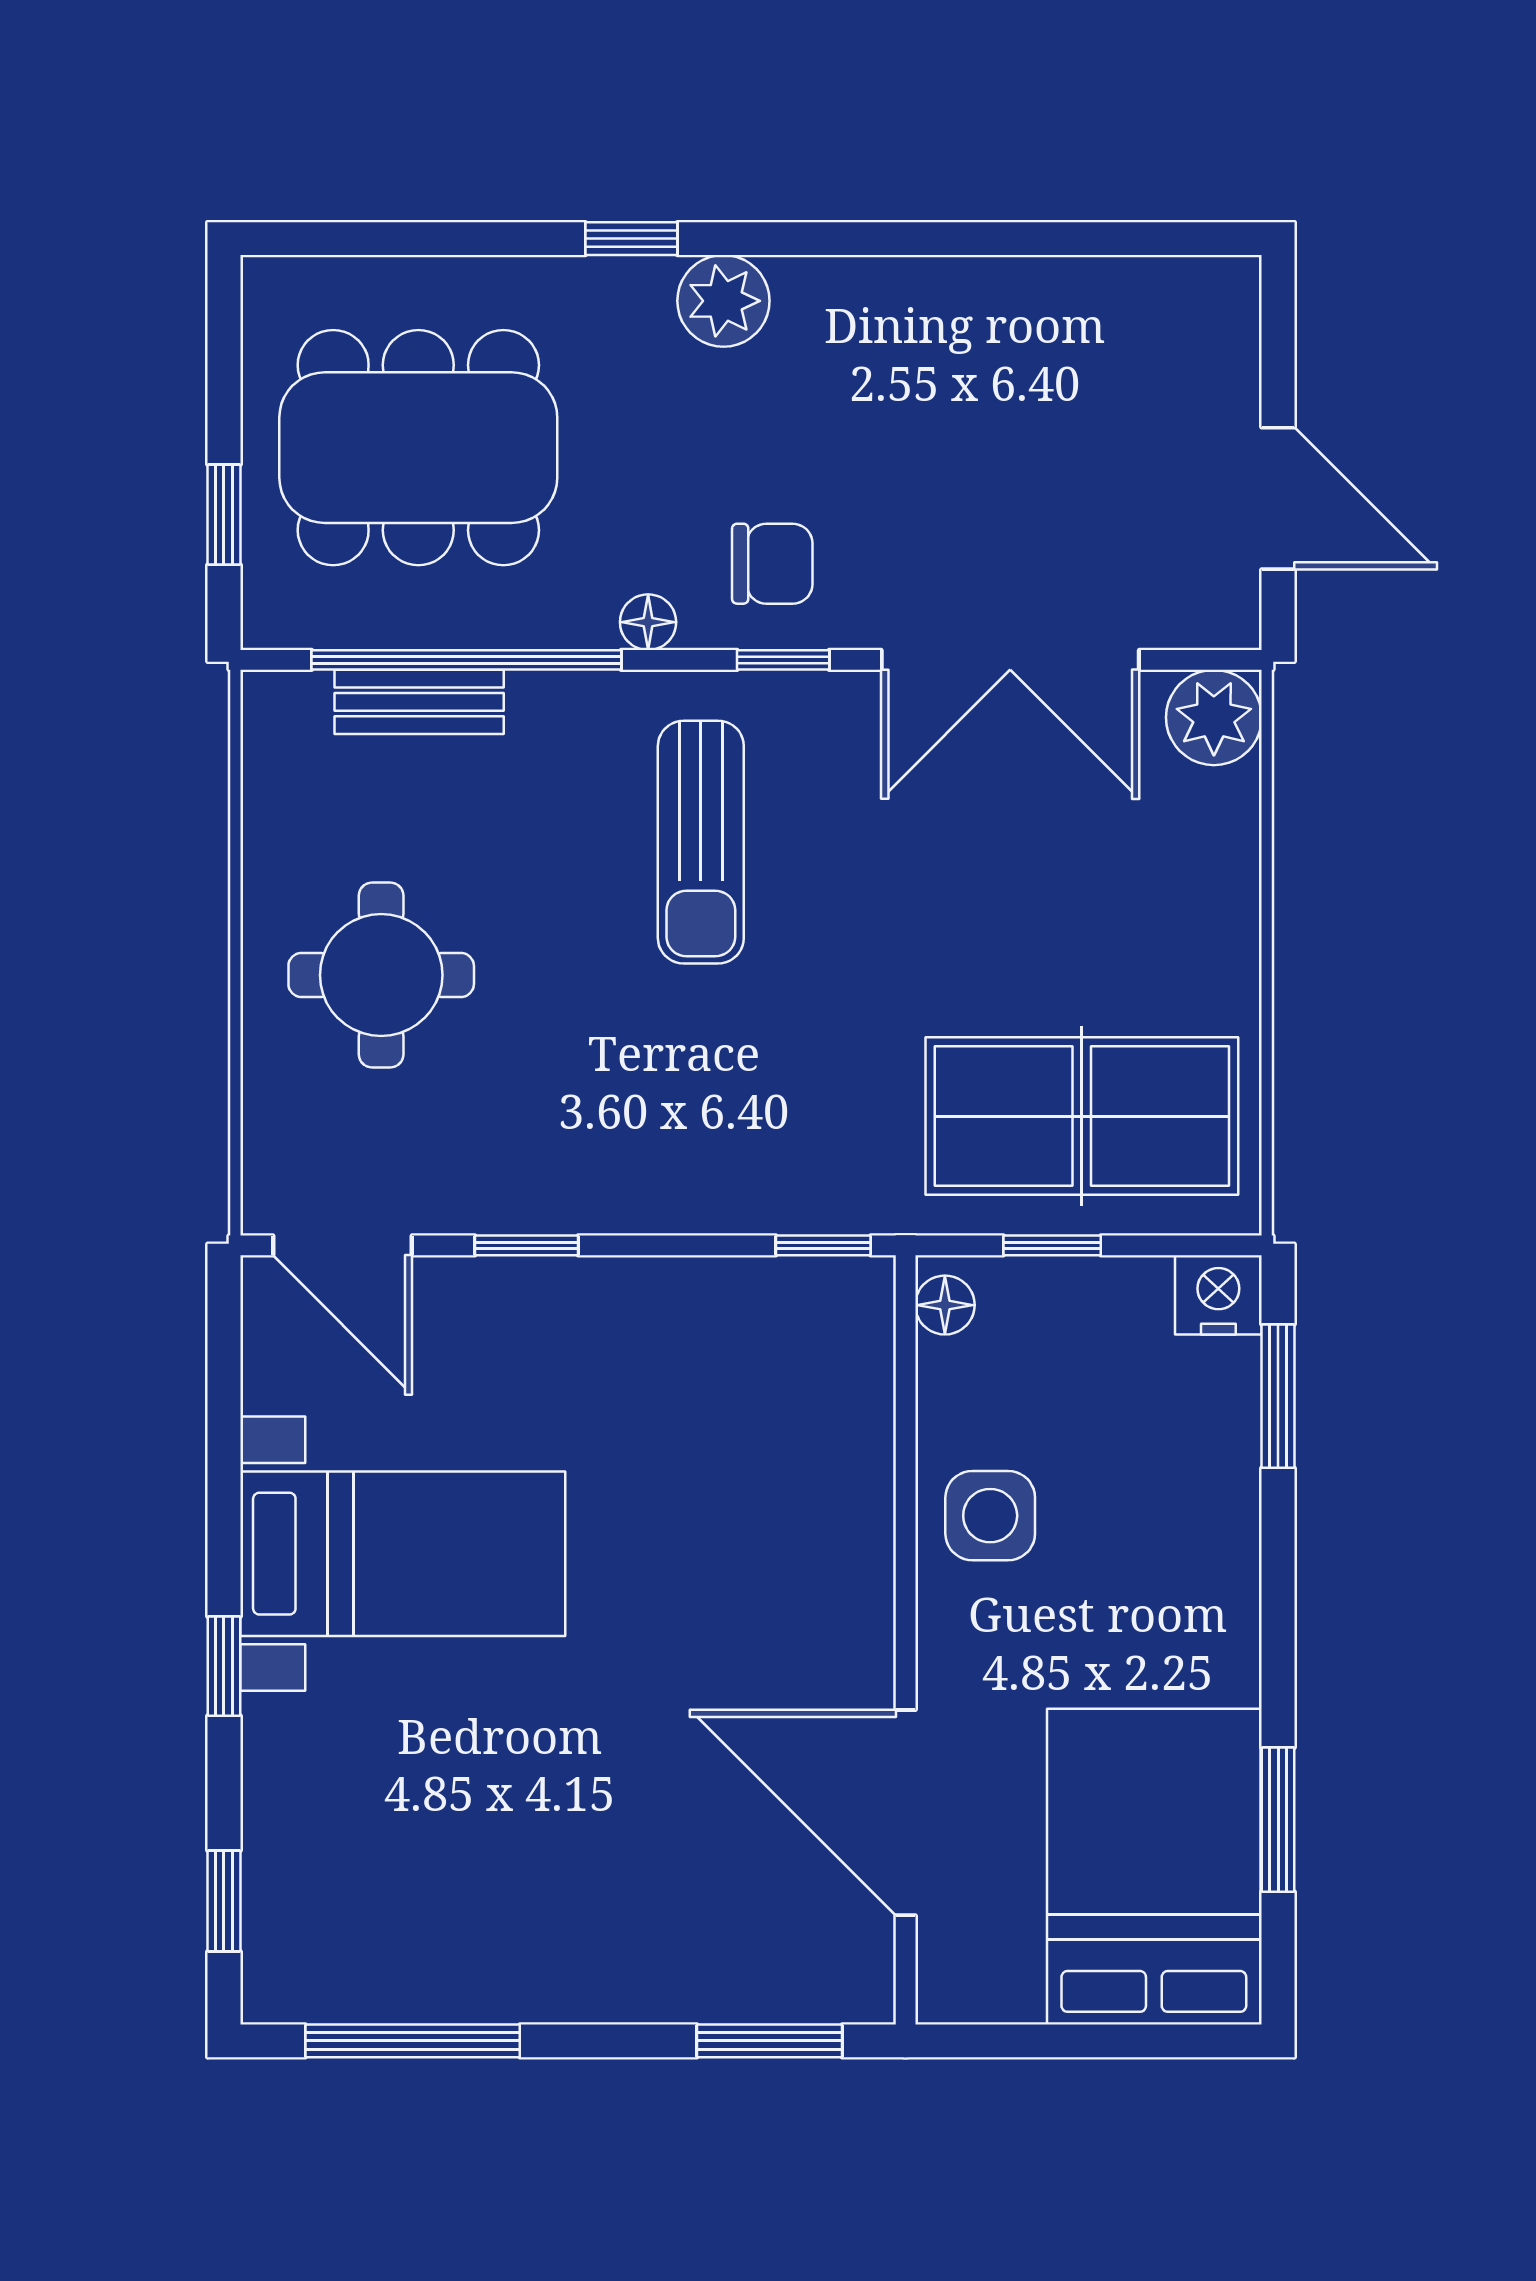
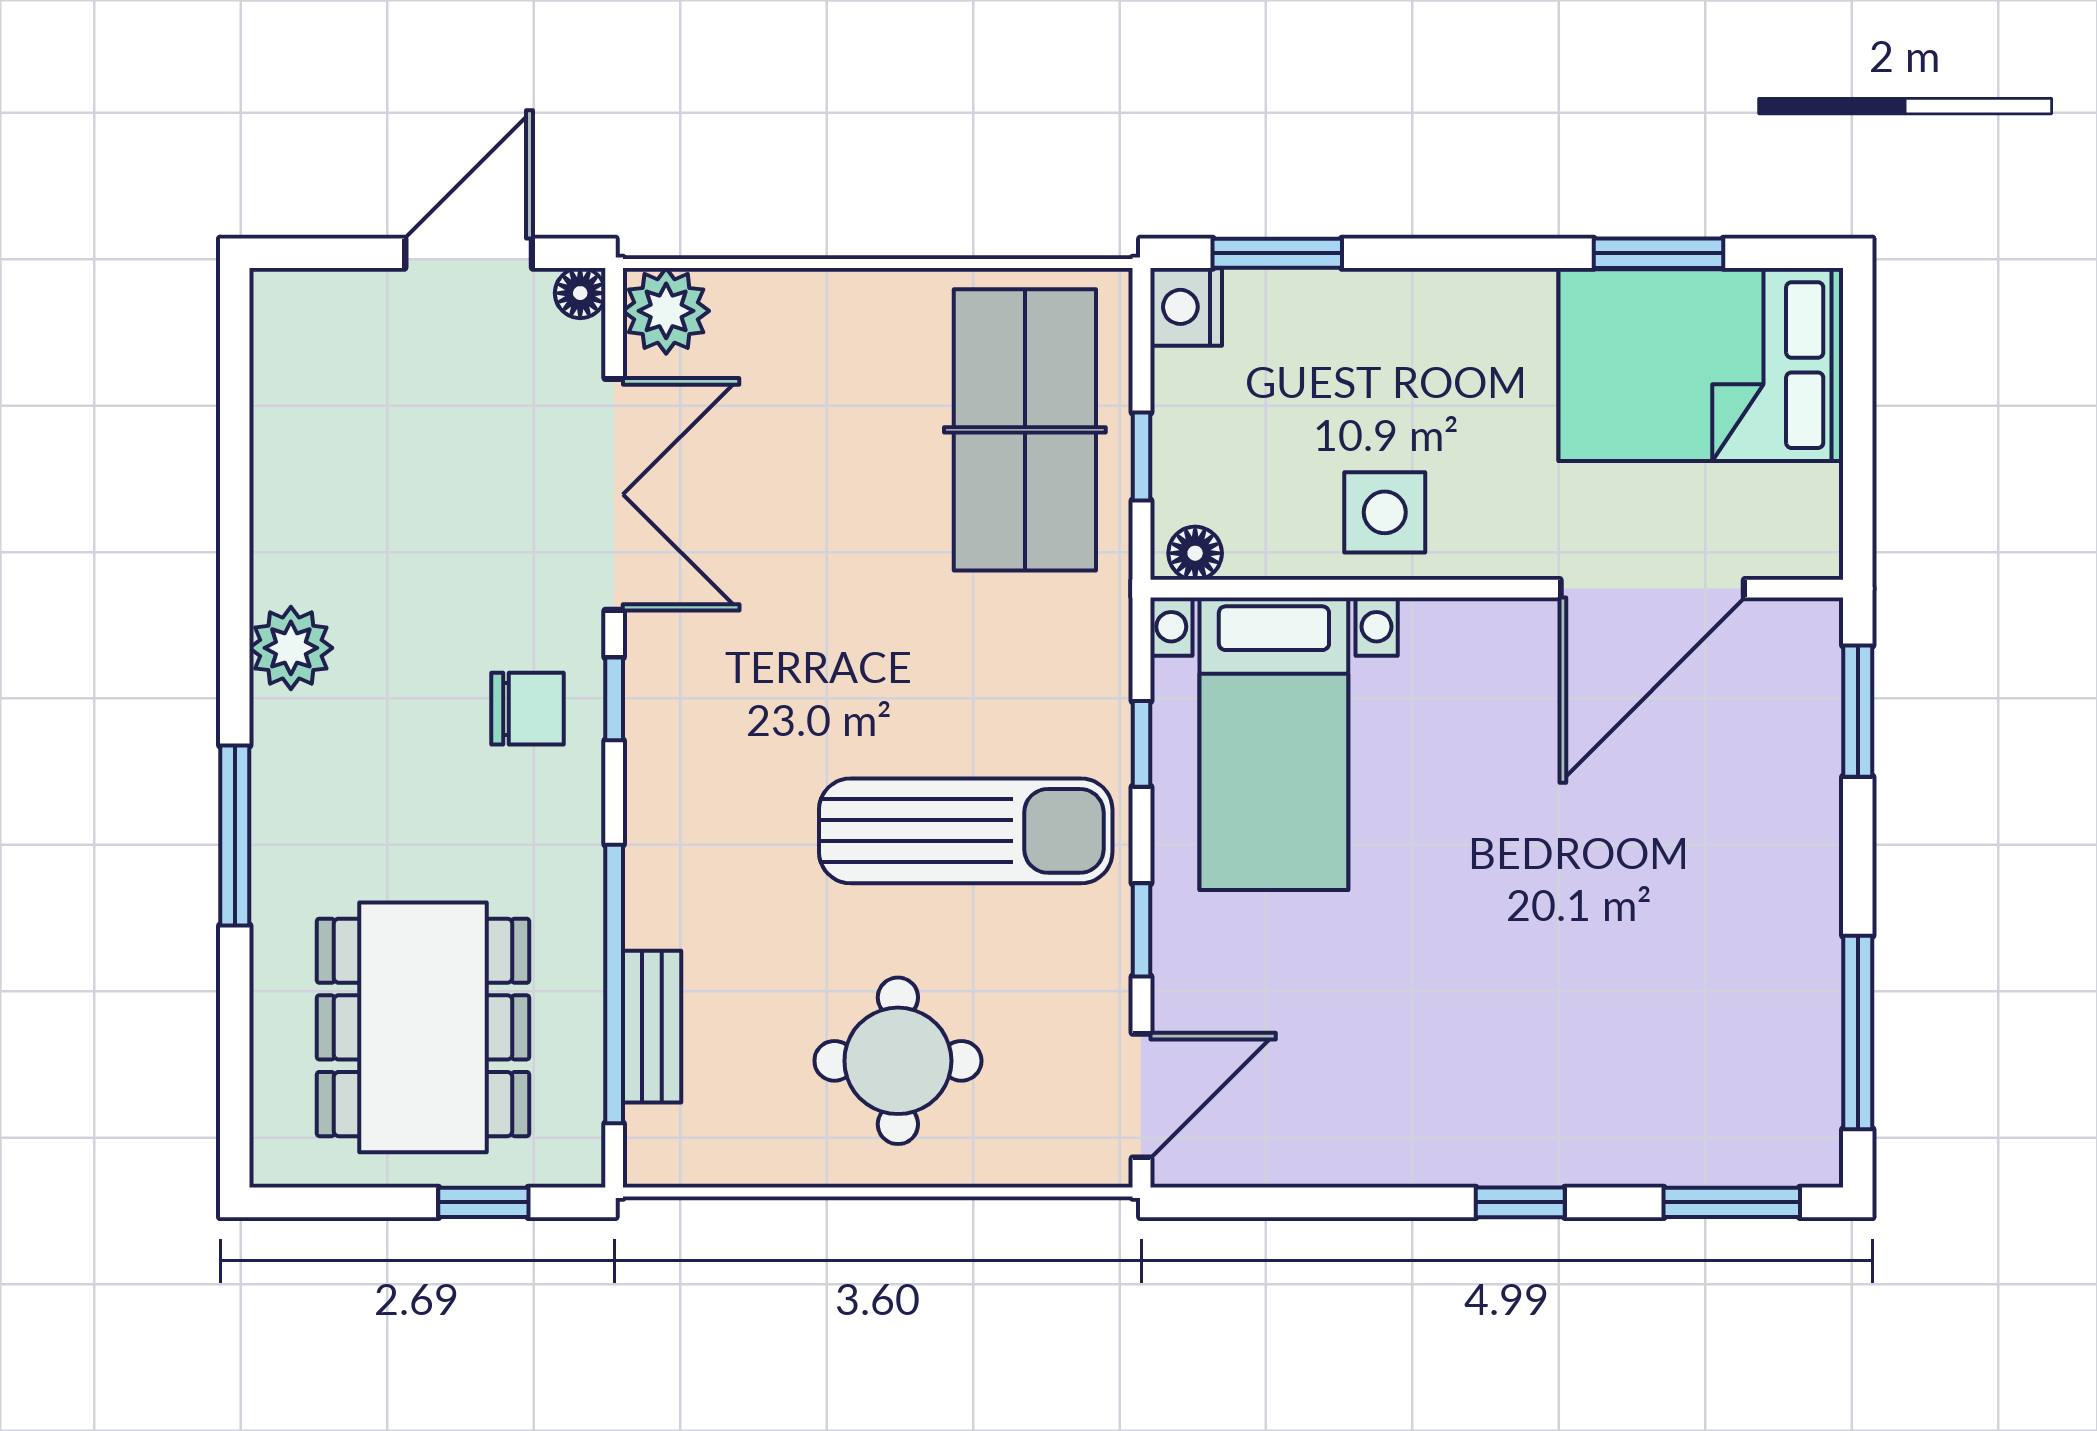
window: (631, 239) -> (235, 836), width x2.17
plant: (723, 301) -> (291, 648), moved
chair: (772, 564) -> (528, 709), turned 90
floor lamp: (648, 622) -> (580, 293), moved
sun lounger: (701, 842) -> (966, 831), moved, width x1.36, depth x1.34
window: (823, 1245) -> (1141, 744), moved
bed with nightstands: (403, 1554) -> (1274, 744), moved, turned 180
window: (224, 1901) -> (1732, 1202), width x1.50

